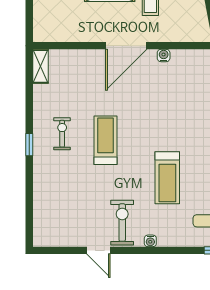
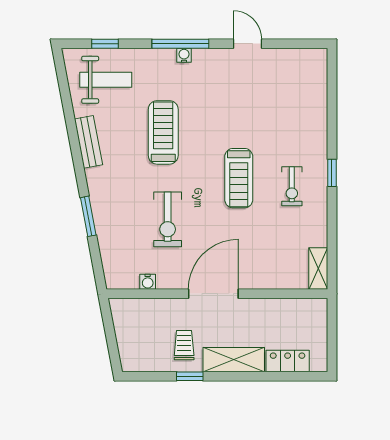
water cooler: (164, 56) -> (148, 282), moved
exercise bike: (122, 223) -> (168, 219), moved
window: (153, 250) -> (180, 44), added

